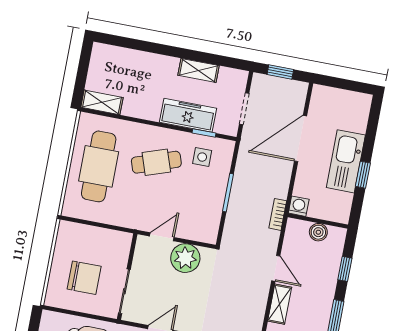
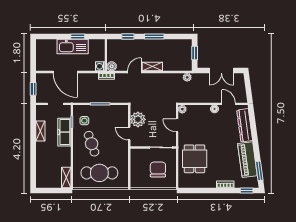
boiler: (318, 232) -> (112, 66), moved

